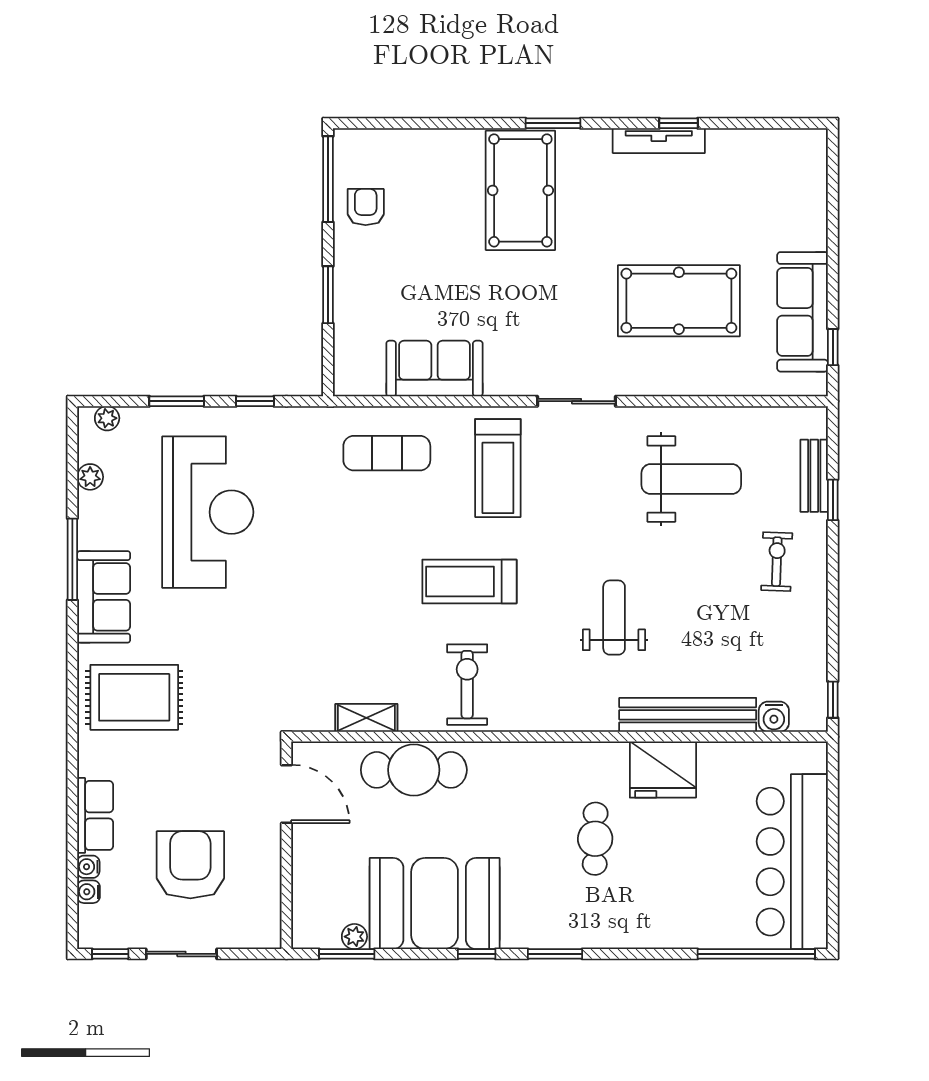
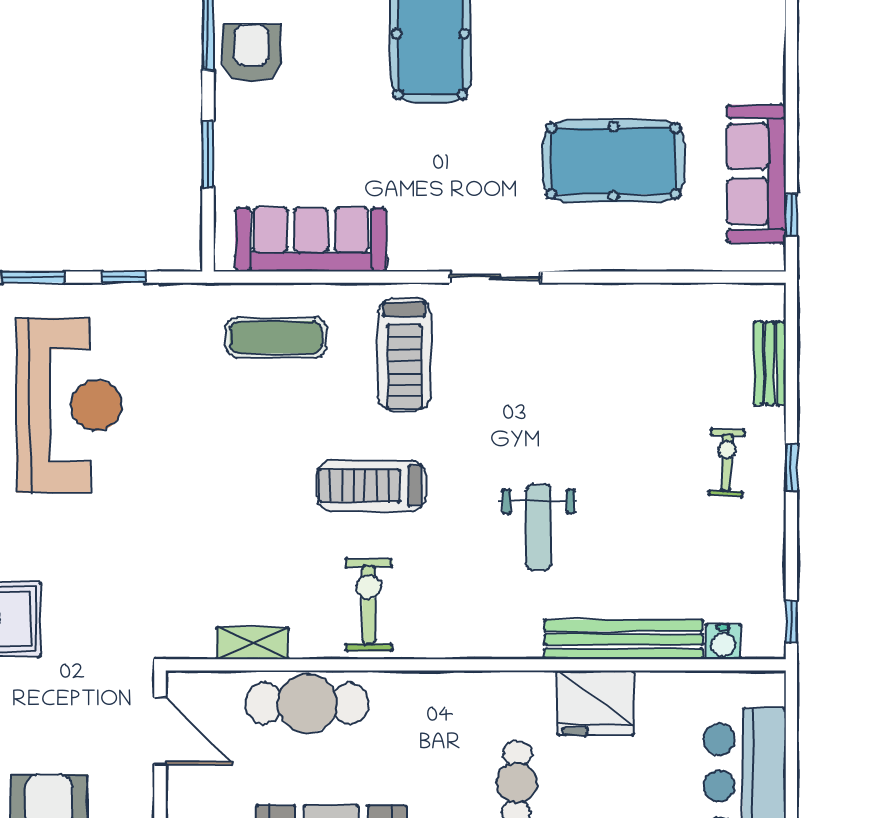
armchair: (366, 207) -> (252, 53), width x1.38, depth x1.38
sofa: (434, 369) -> (311, 239), width x1.36
weight bench: (691, 479) -> (628, 367), removed
window: (833, 500) -> (791, 468), moved
weight bench: (614, 618) -> (539, 527), turned 180

